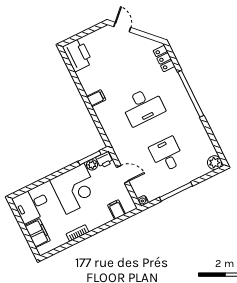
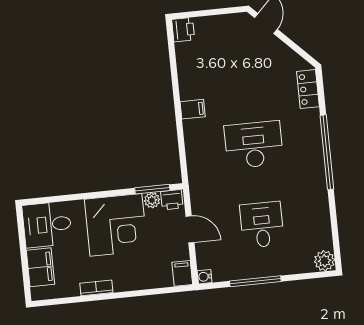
printer: (78, 55) -> (183, 30), width x0.53, depth x0.68
desk: (143, 106) -> (254, 145), turned 180
filing cabinet: (117, 210) -> (182, 273), moved

